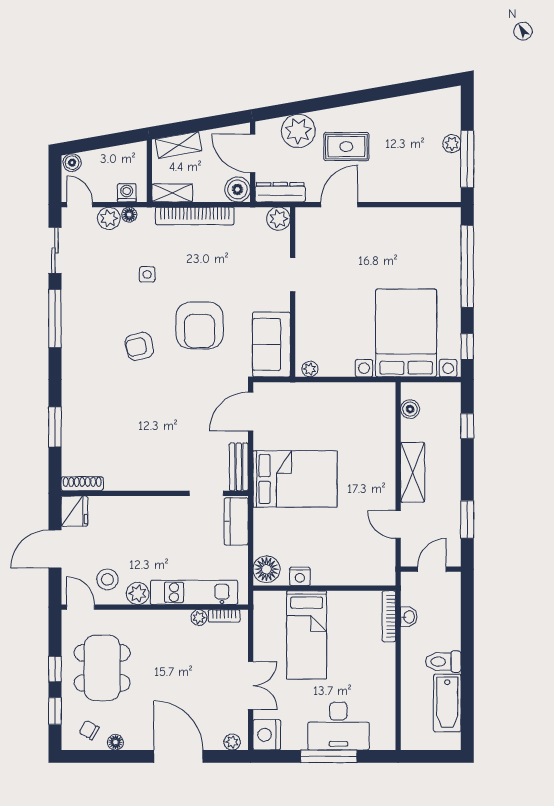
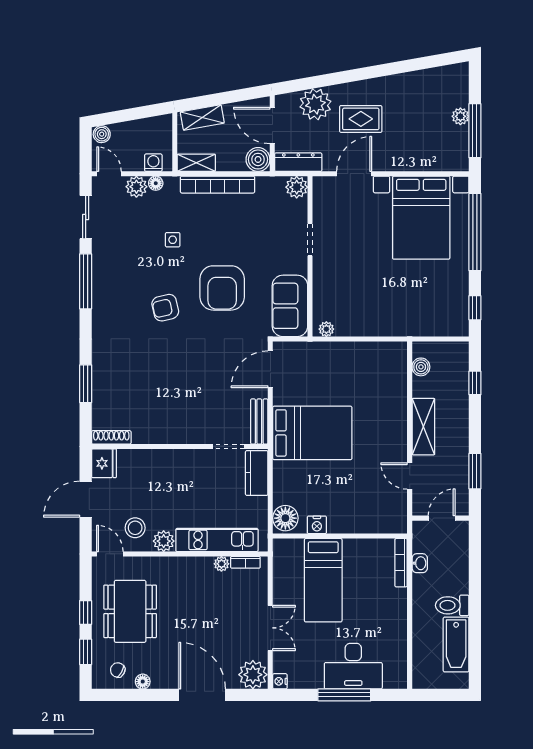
bed with nightstands: (406, 333) -> (421, 218), moved, turned 180
nightstand: (267, 735) -> (280, 681), width x0.53, depth x0.56
plant: (232, 742) -> (253, 675), width x1.87, depth x1.87

